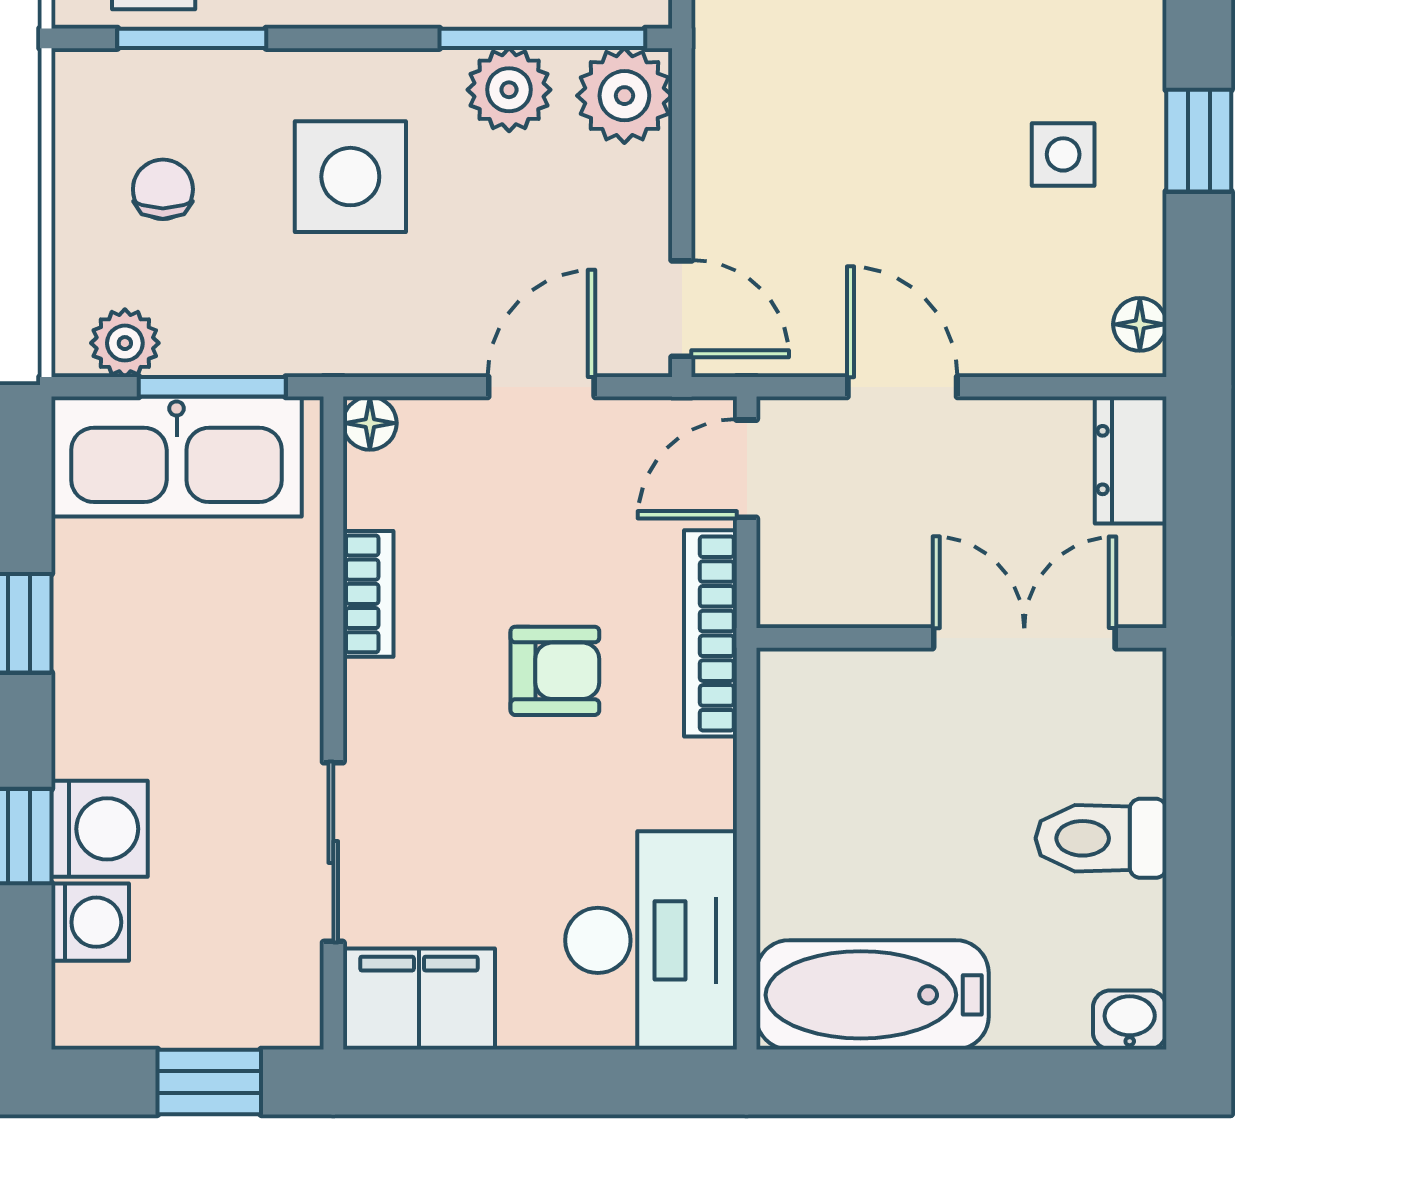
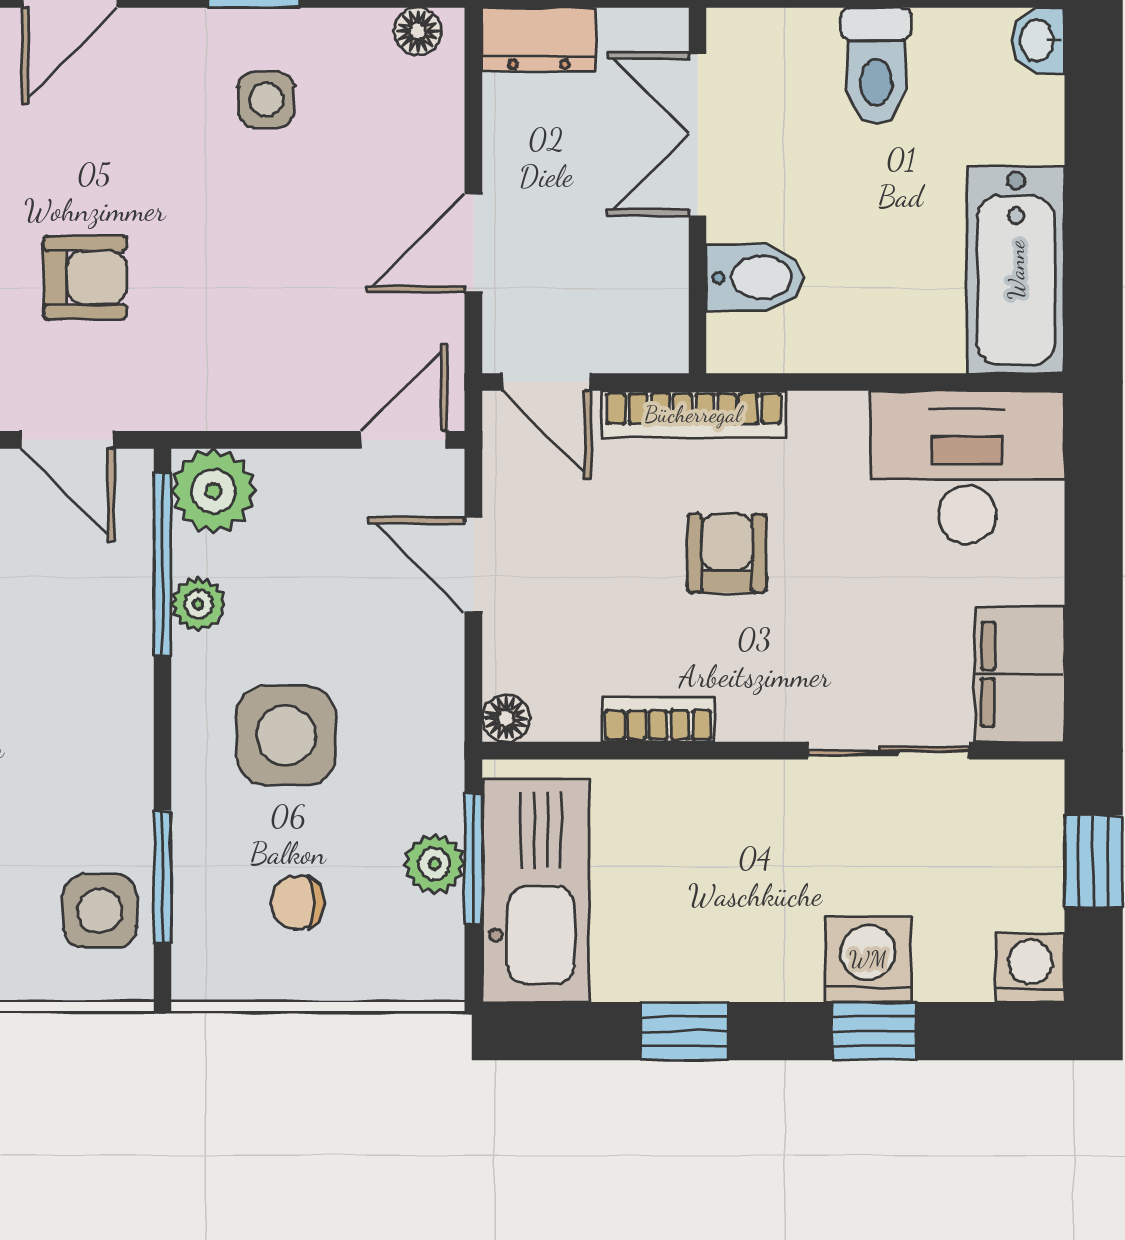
plant: (509, 90) -> (198, 604), width x0.73, depth x0.73
plant: (125, 343) -> (434, 864), moved
bidet: (863, 702) -> (755, 278), added
washing machine: (90, 922) -> (1030, 968), moved

